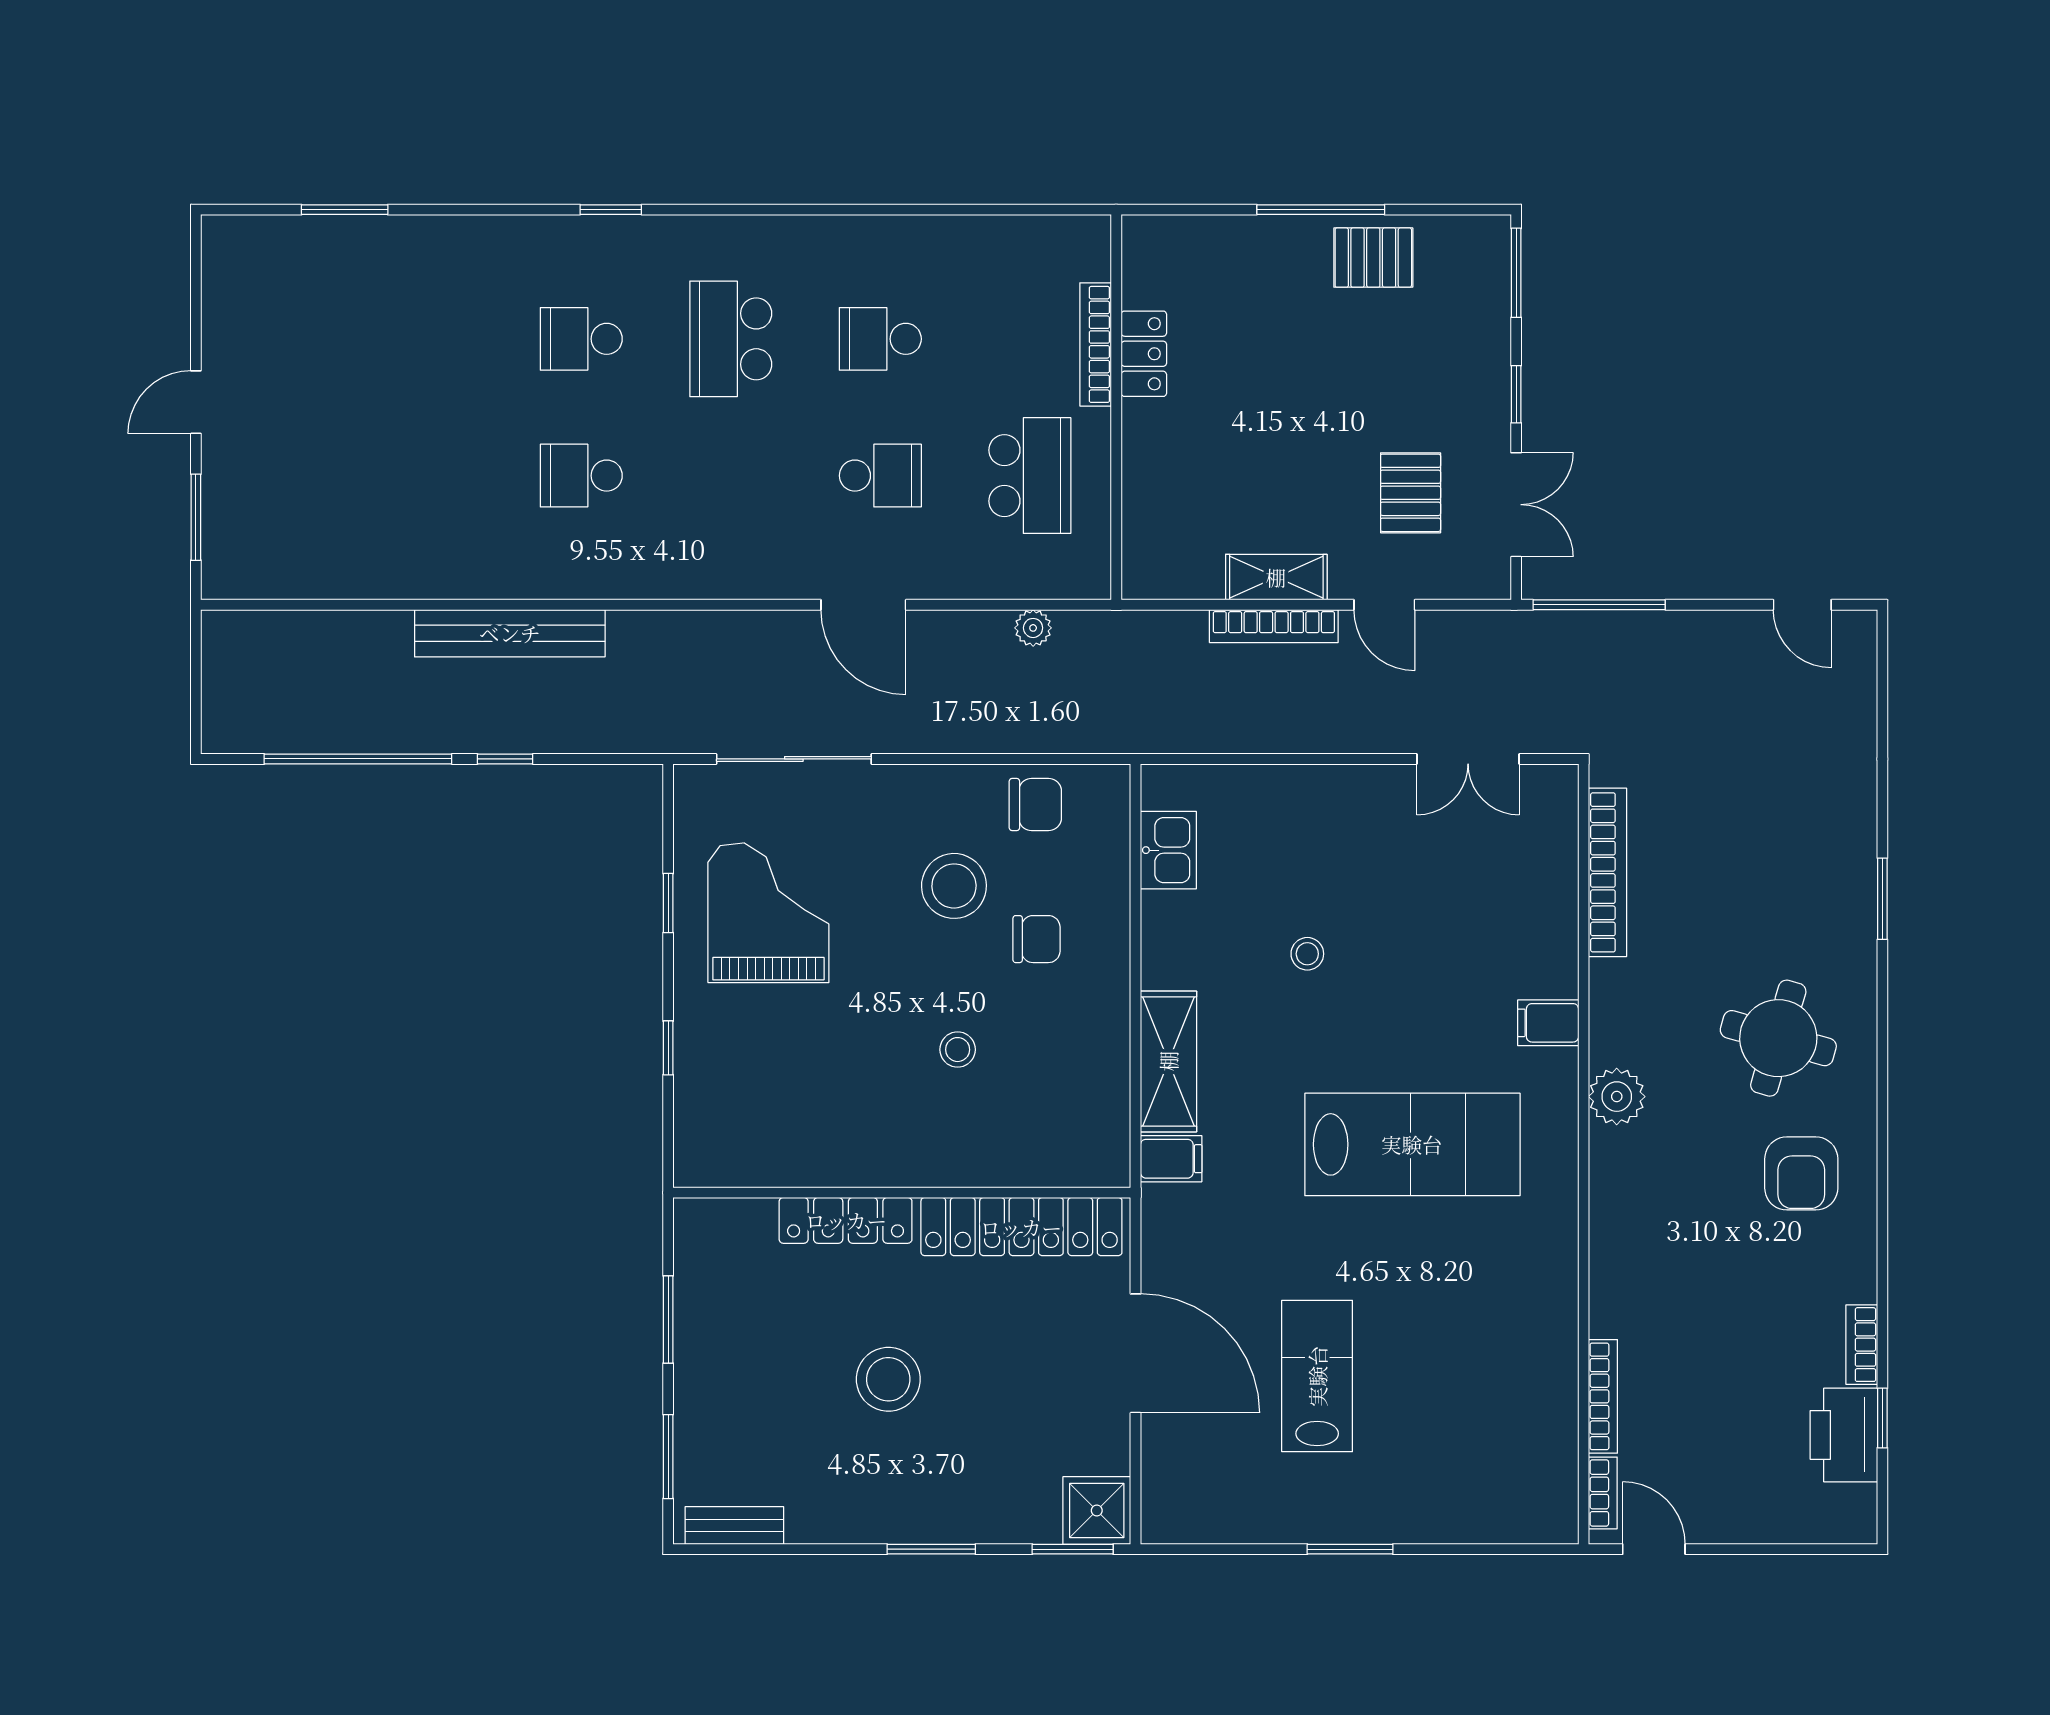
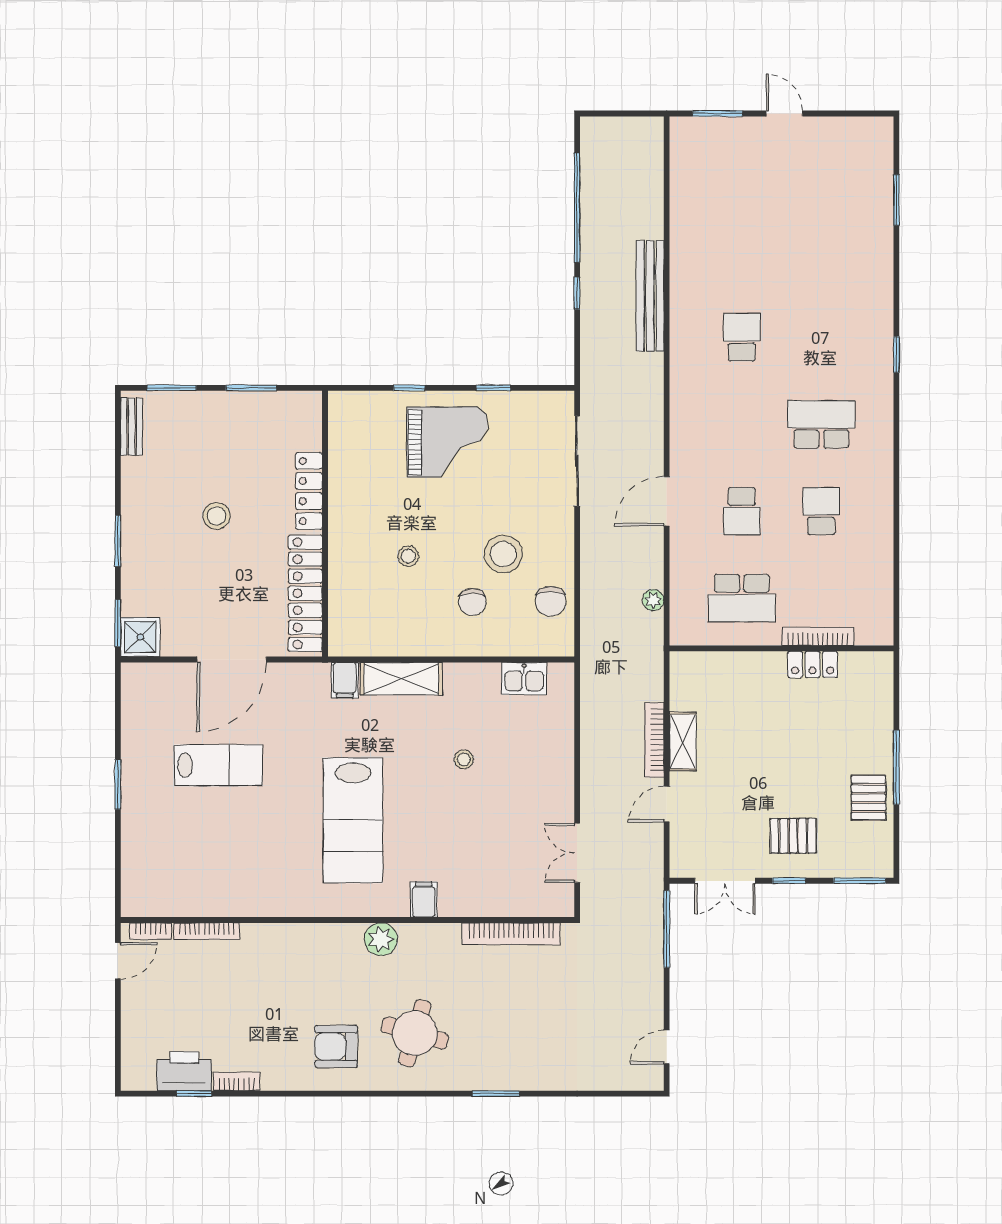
school desk: (581, 339) -> (821, 337), removed
pallet: (1411, 493) -> (793, 836), moved
grand piano: (768, 913) -> (447, 442), moved
stool: (888, 1379) -> (217, 516), width x0.73, depth x0.73

